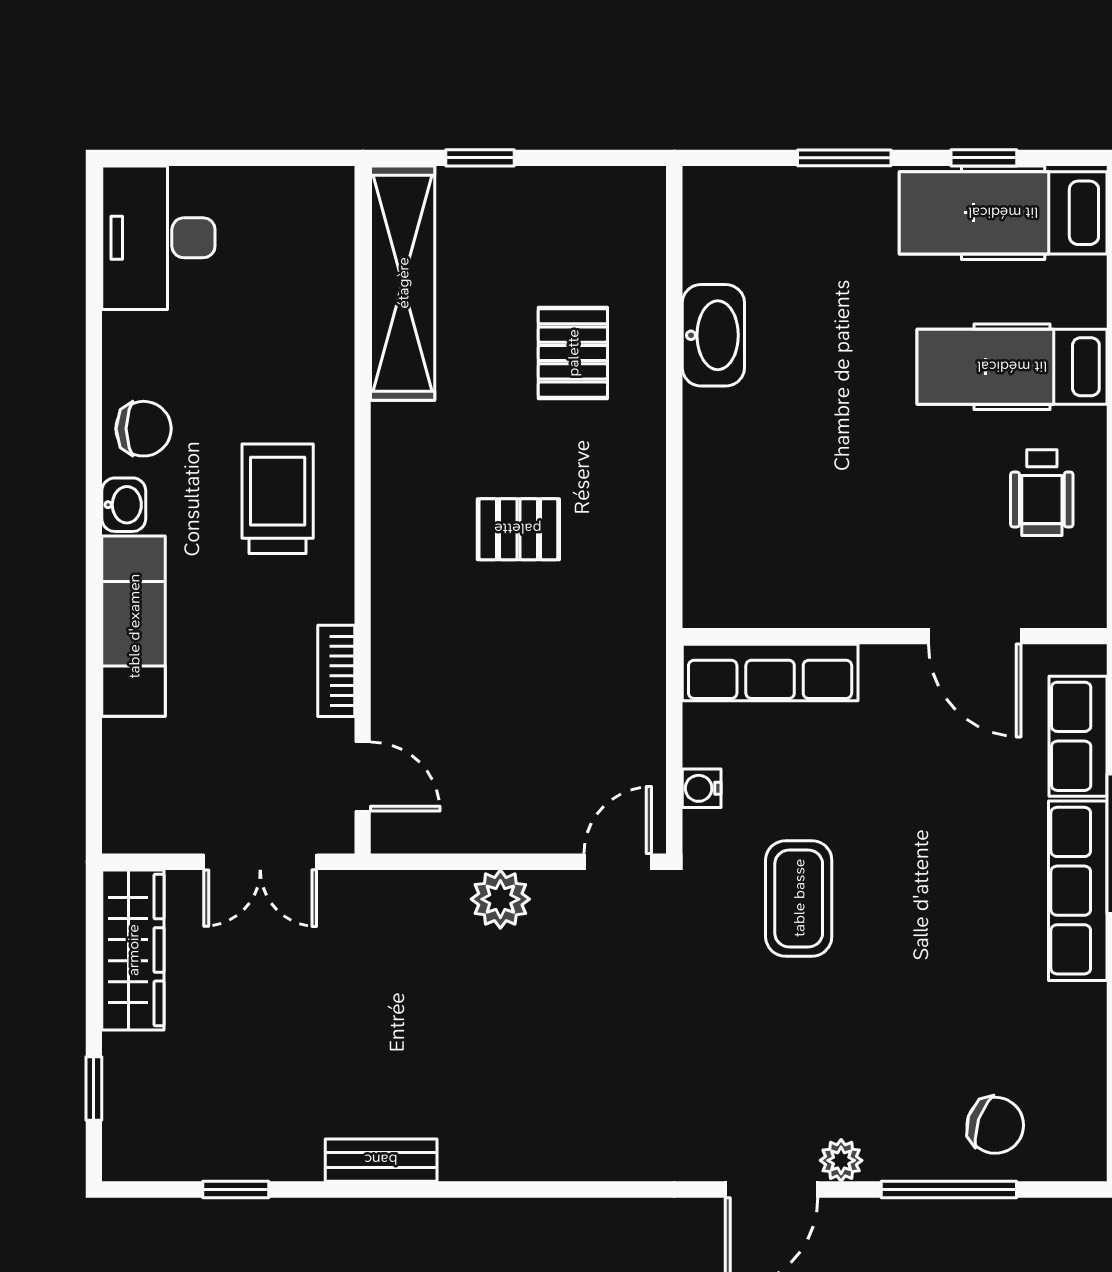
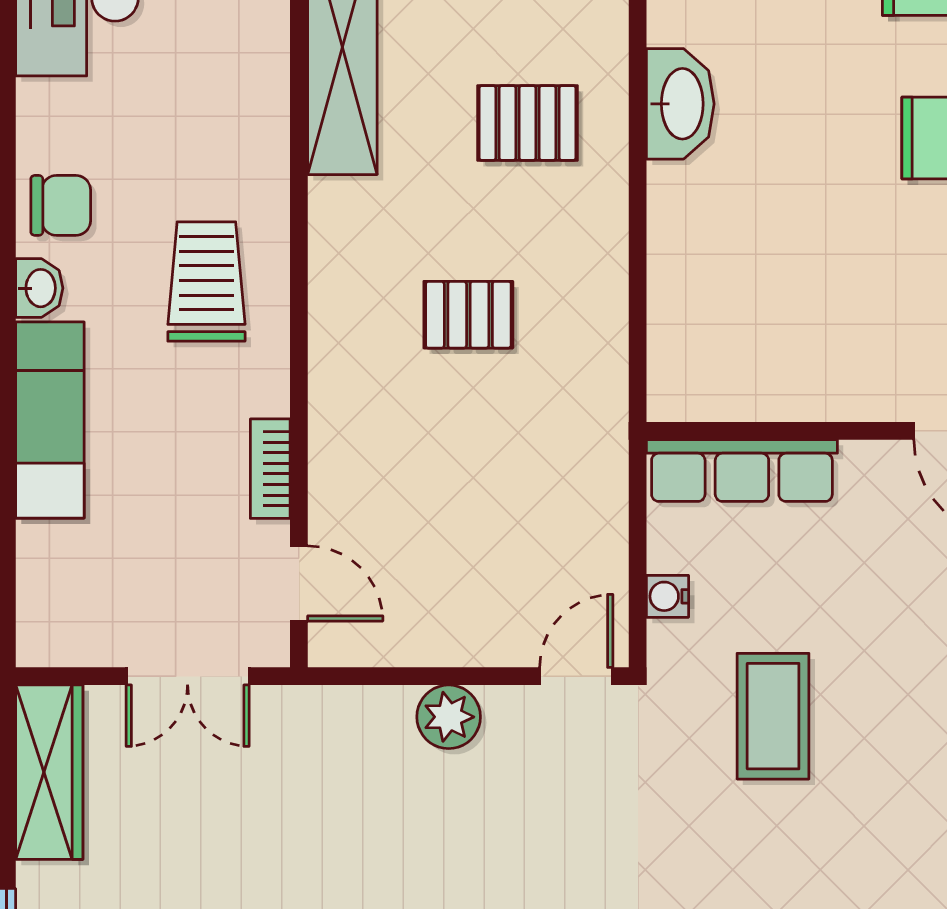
pallet: (573, 353) -> (528, 123), turned 90

